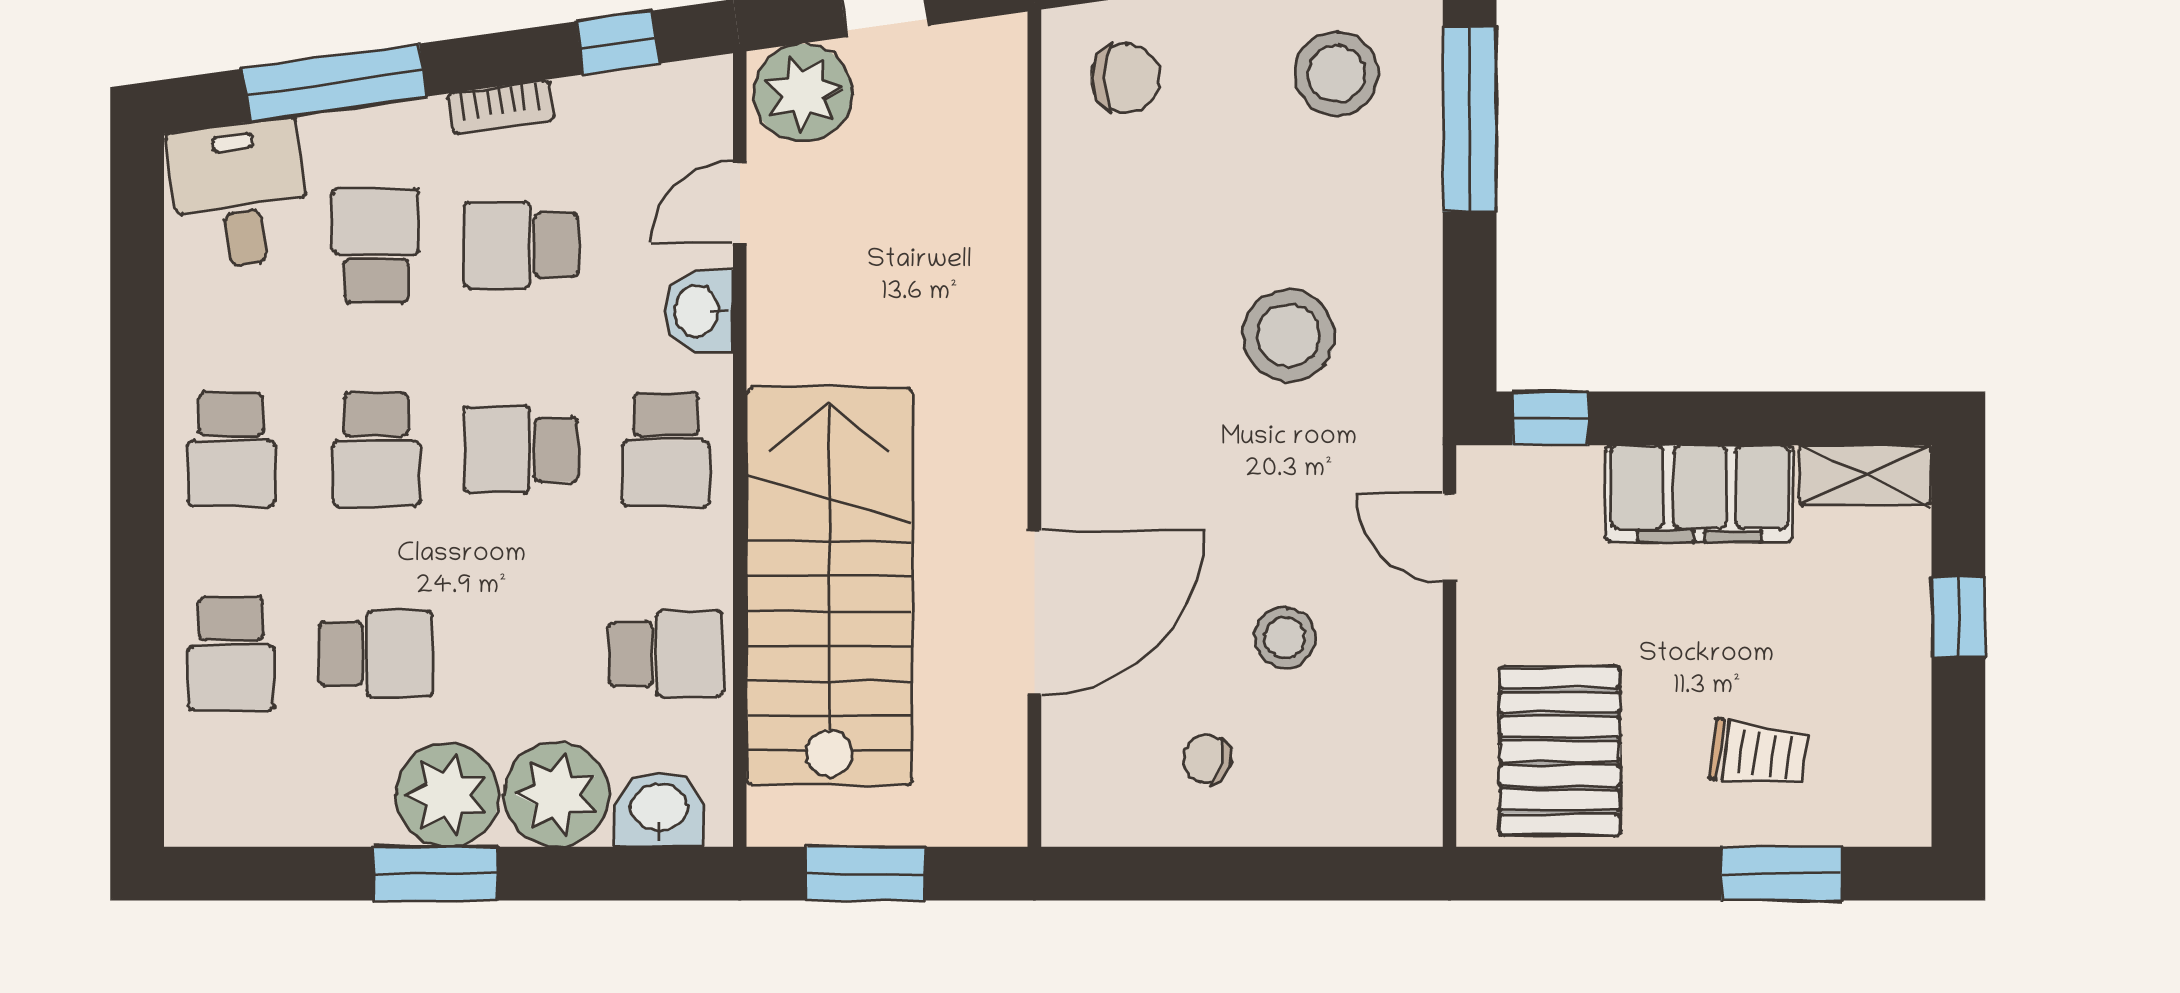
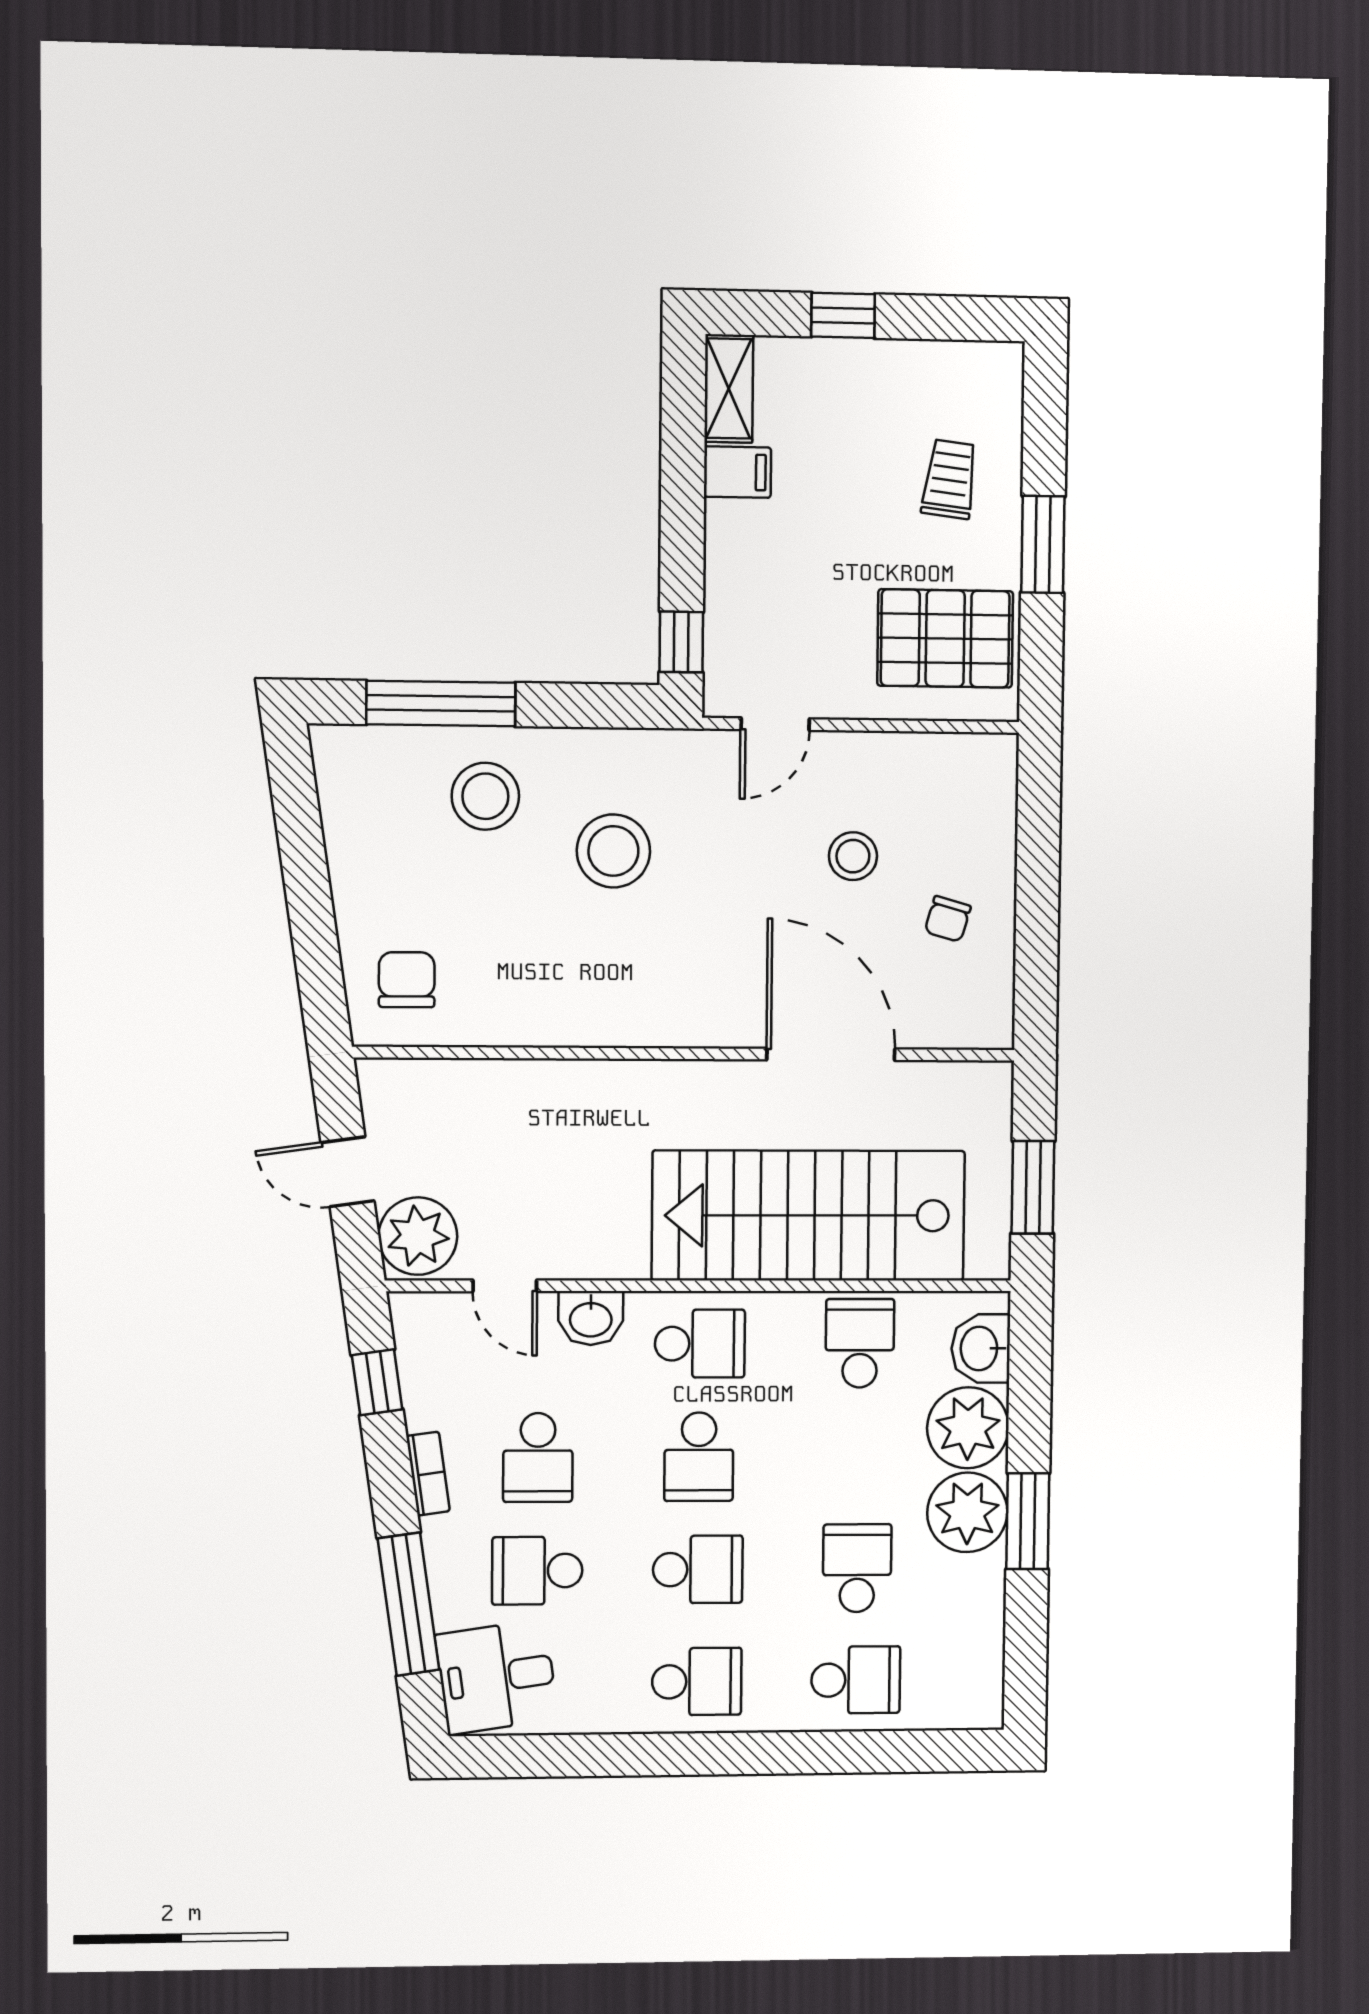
stool: (1337, 74) -> (485, 796), moved
filing cabinet: (1700, 494) -> (737, 472), width x0.33, depth x0.86
window: (1782, 874) -> (1043, 544), moved

